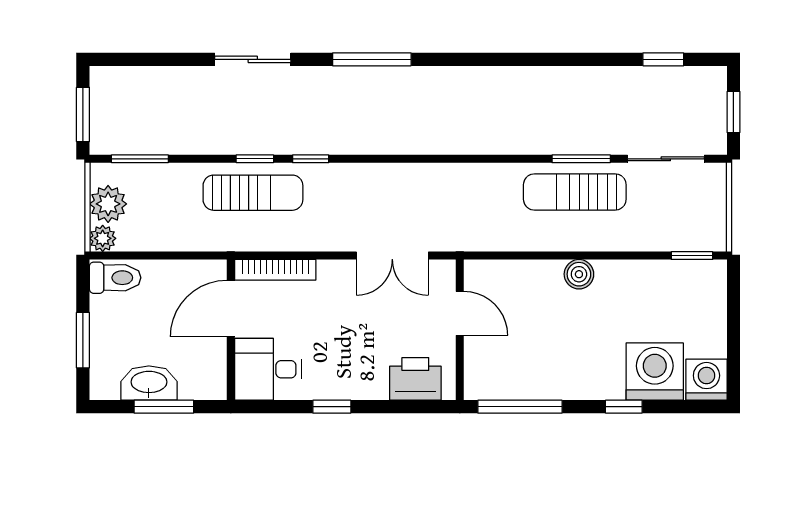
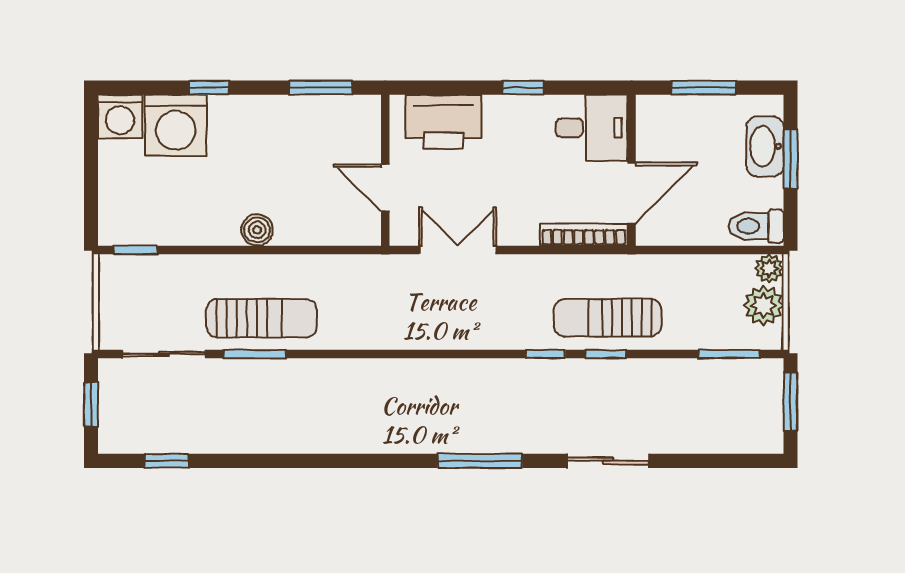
printer: (415, 379) -> (443, 122), width x1.37, depth x1.19
washbasin: (149, 383) -> (765, 146), moved, turned 90
window: (520, 407) -> (321, 88), width x0.69

